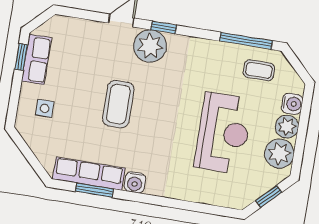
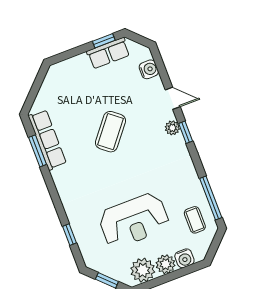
plant: (150, 46) -> (172, 128), width x0.53, depth x0.53
coffee table: (118, 104) -> (110, 132), turned -51
side table: (45, 108) -> (76, 80), removed
water cooler: (135, 182) -> (149, 69), moved, turned 180
window: (199, 207) -> (70, 235), added

